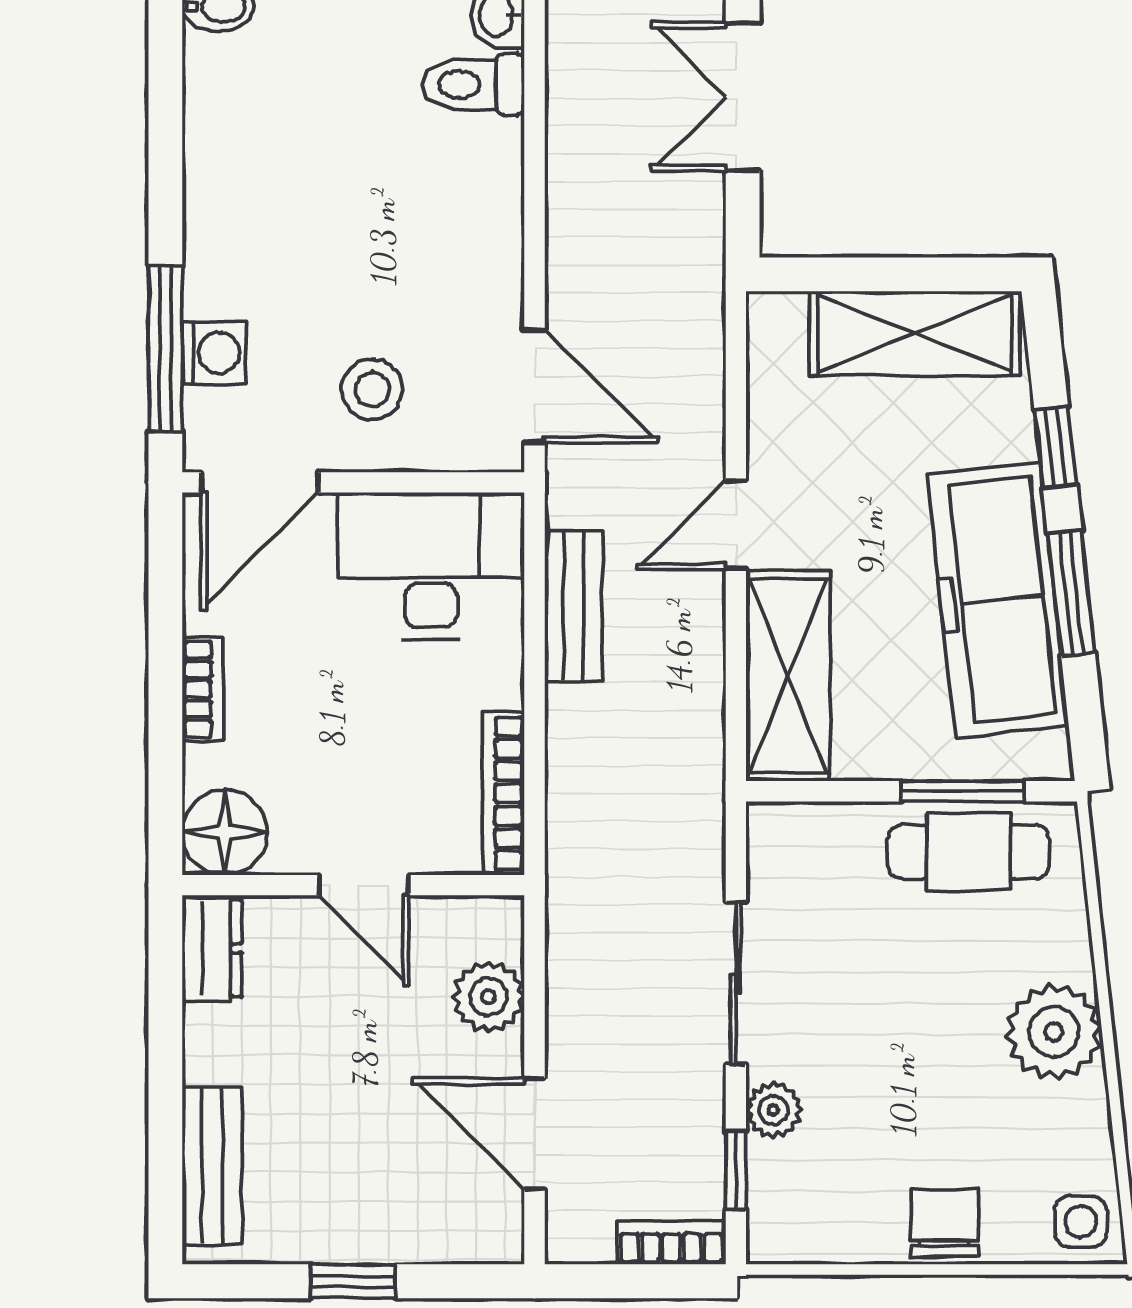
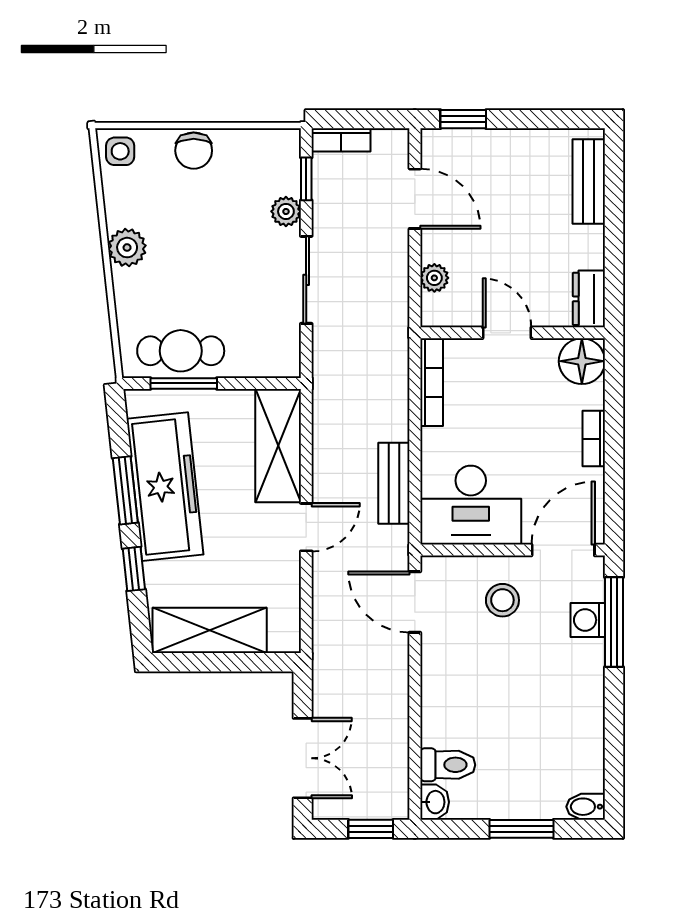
plant: (489, 997) -> (434, 278), width x0.73, depth x0.73
plant: (1054, 1032) -> (127, 248), width x0.73, depth x0.73
window: (353, 1281) -> (463, 119), moved

